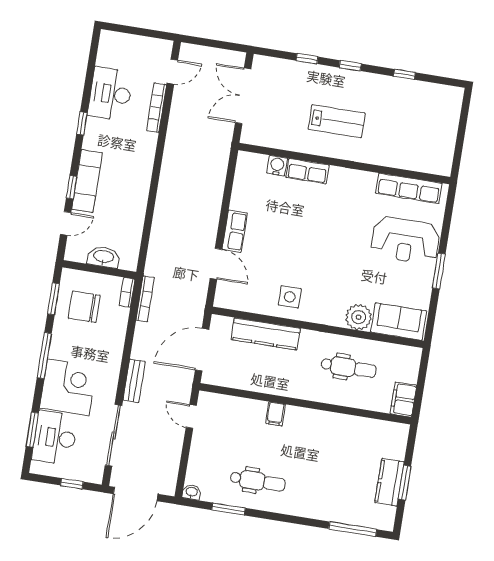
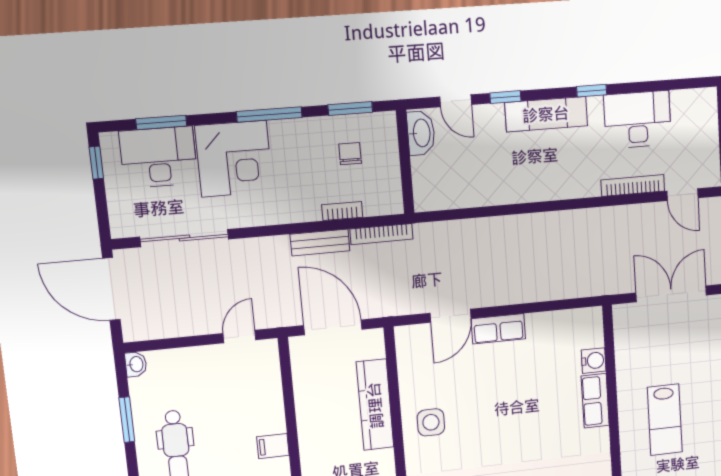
exam couch: (87, 181) -> (546, 114), moved
washbasin: (104, 257) -> (421, 133), moved
bookcase: (127, 292) -> (342, 211), moved
chair: (84, 307) -> (350, 154), width x0.54, depth x0.54
bench: (134, 381) -> (320, 243), moved
window: (72, 484) -> (96, 163), moved

